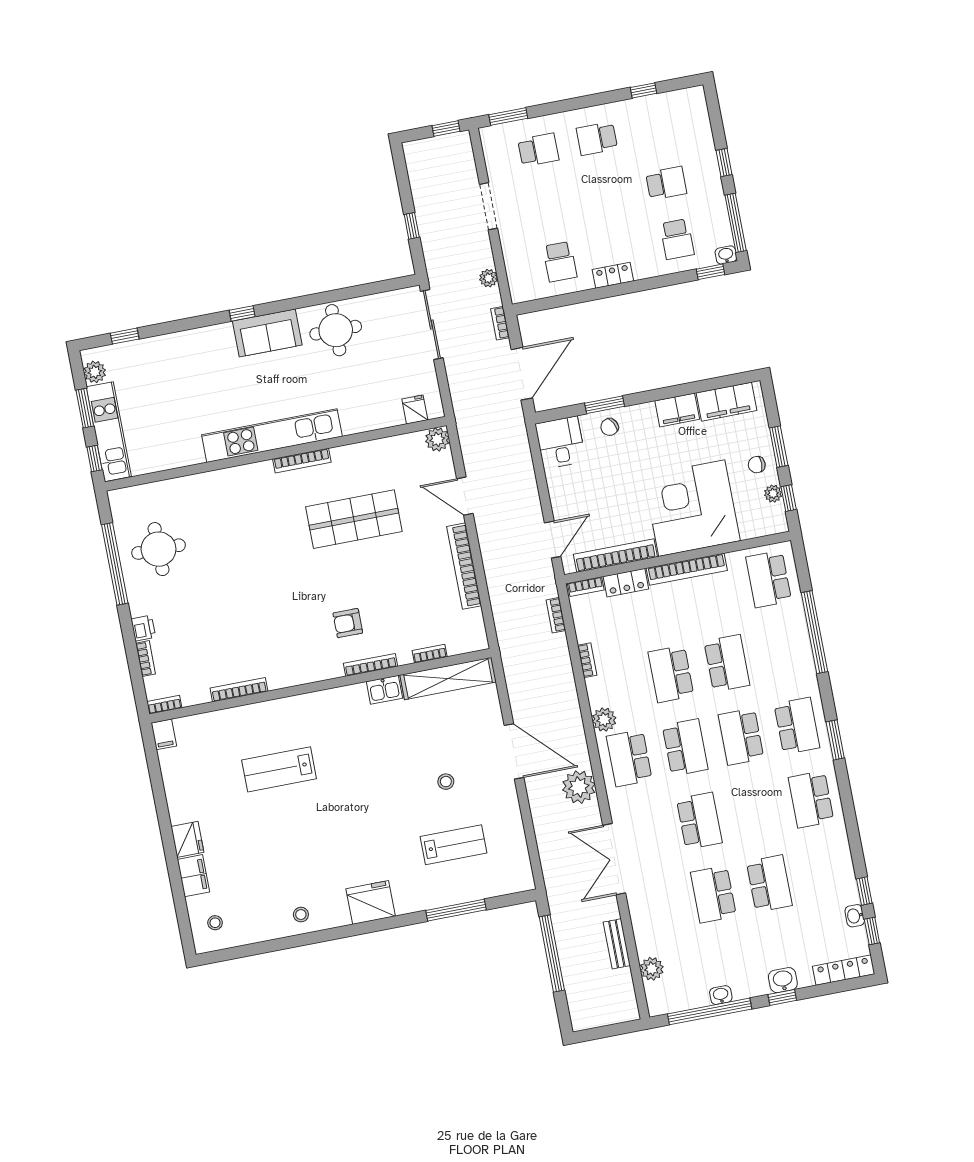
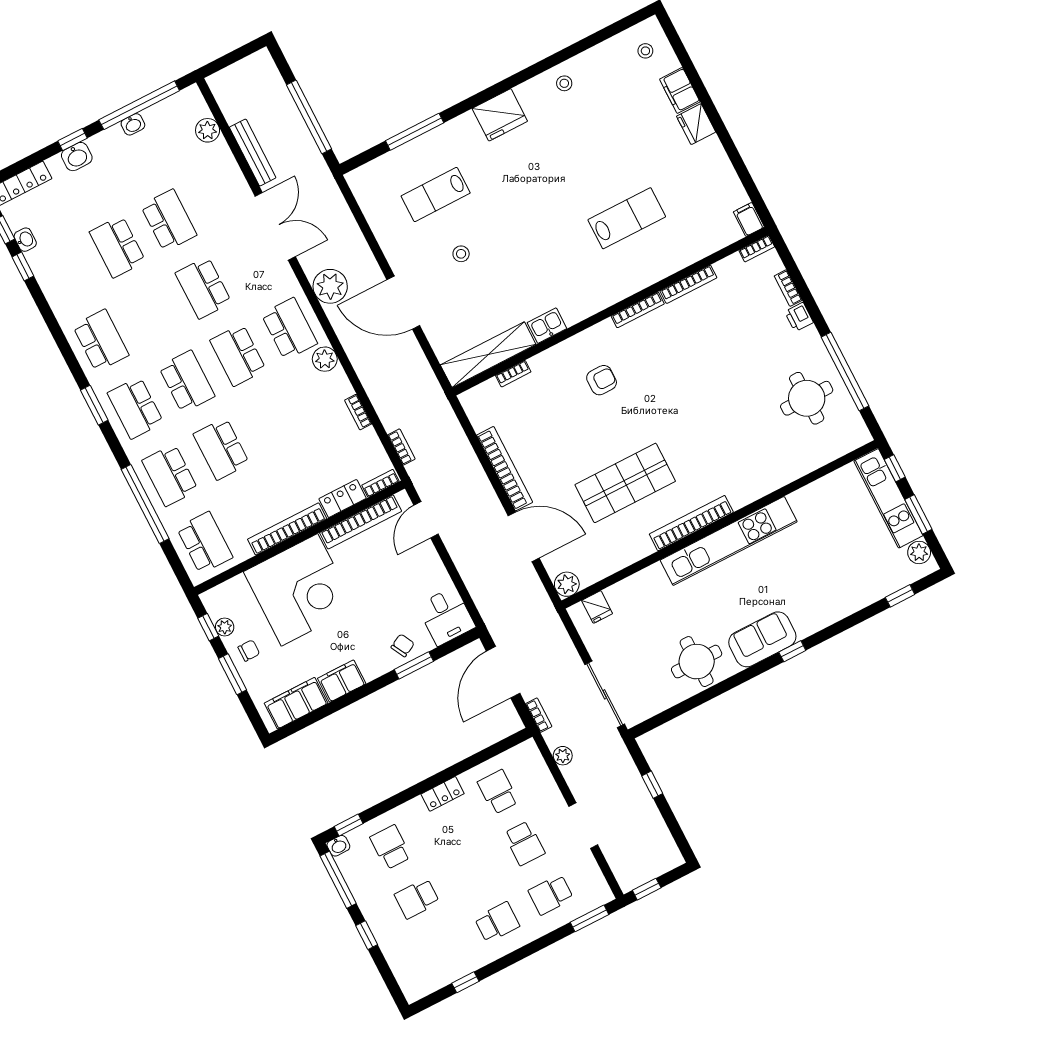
school desk: (549, 206) -> (524, 843), added
bookcase: (302, 461) -> (691, 523), width x1.48, depth x1.31
door: (465, 496) -> (524, 537), width x1.36
bookcase: (370, 665) -> (638, 310), moved
school desk: (671, 674) -> (170, 475), moved, turned 180
bench: (617, 944) -> (253, 152), width x1.36

